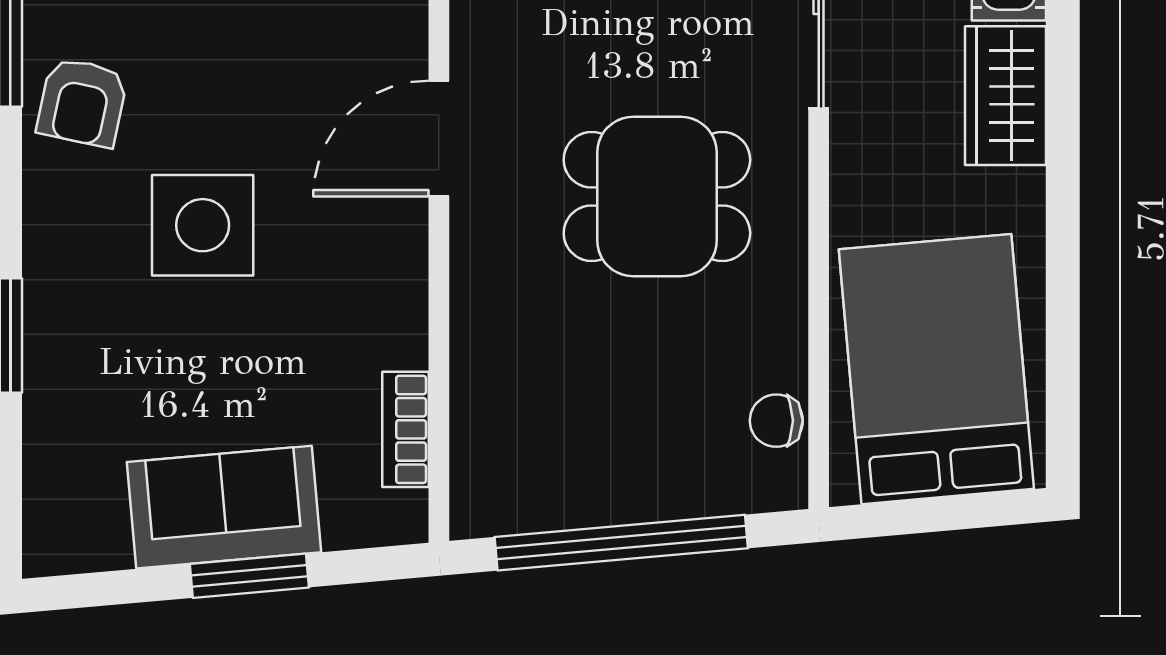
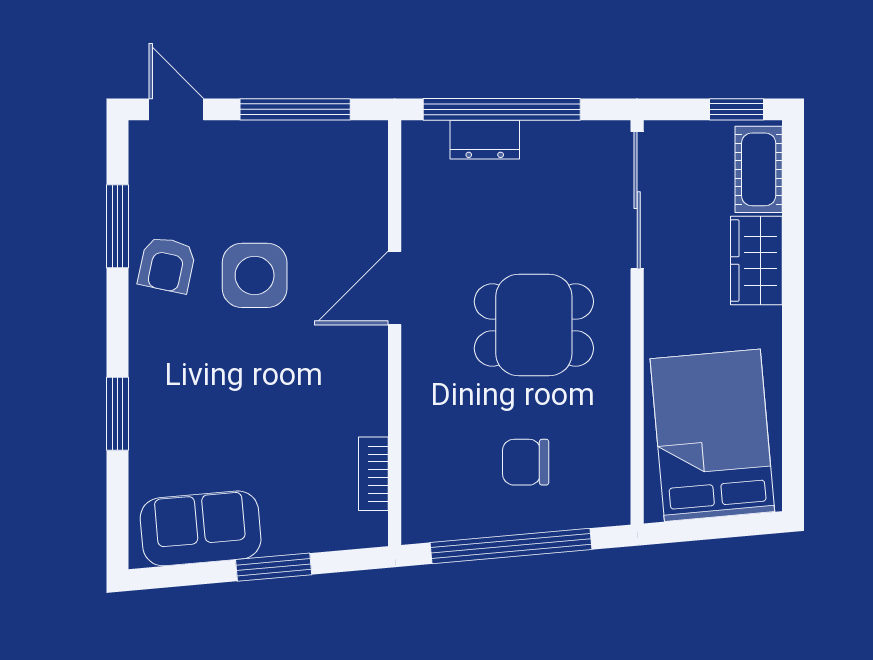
side table: (203, 225) -> (255, 275), moved
chair: (776, 421) -> (526, 462), moved, width x1.37, depth x1.37
sofa: (224, 507) -> (201, 528), moved

